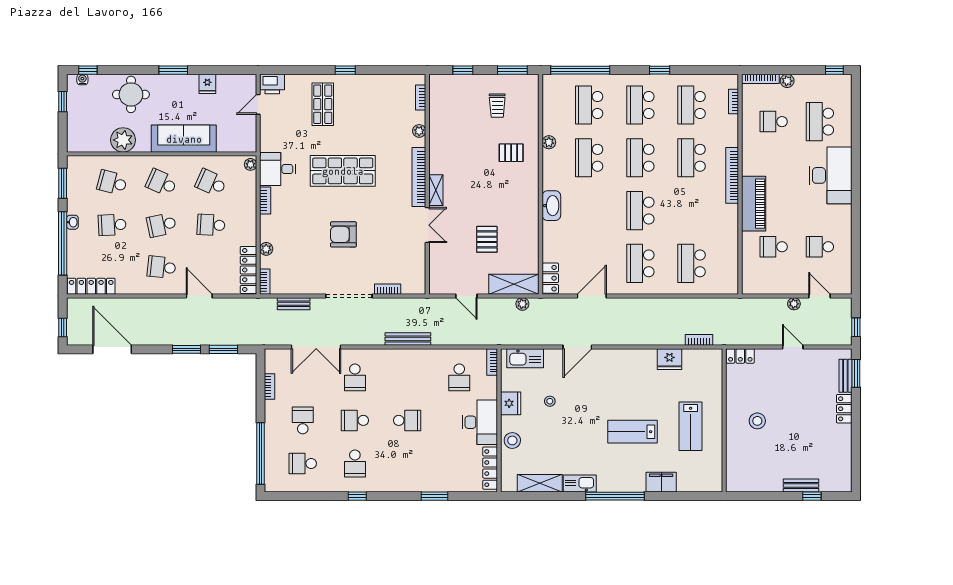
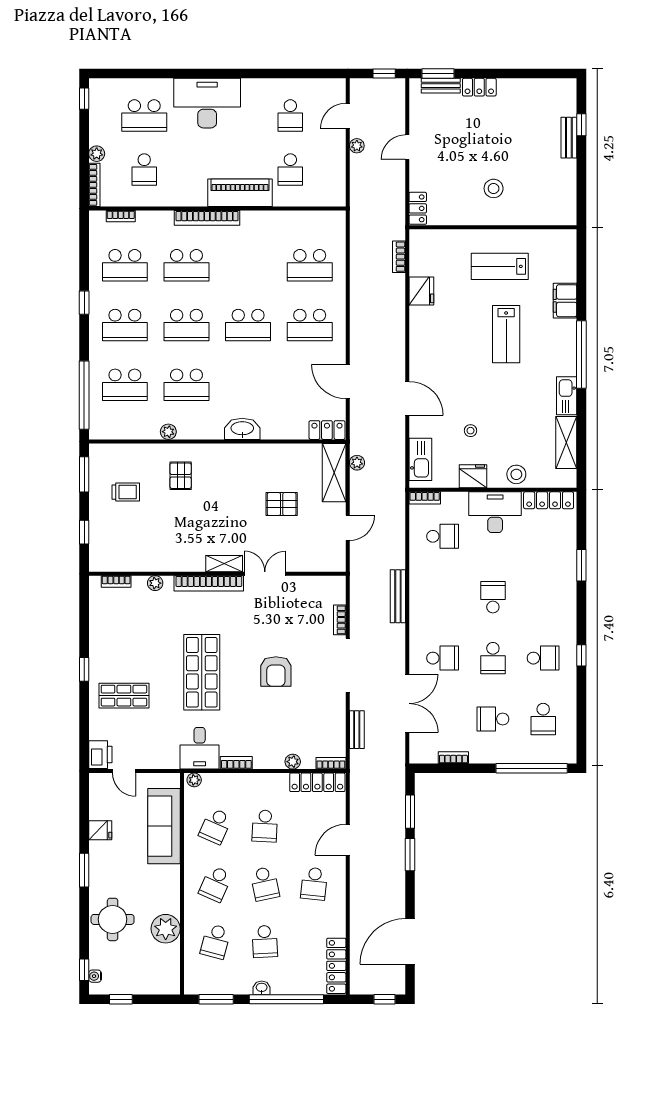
sofa: (184, 139) -> (164, 826), moved
lab bench: (691, 426) -> (500, 266), turned 180

